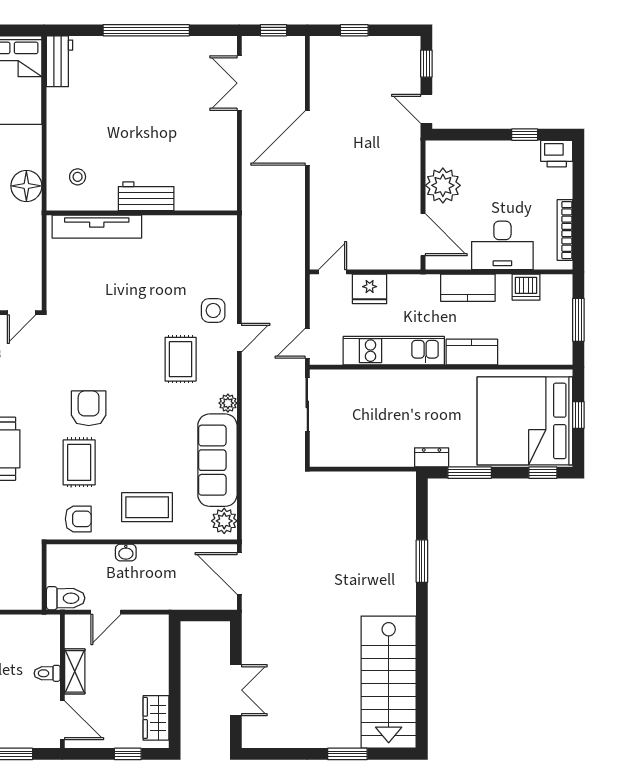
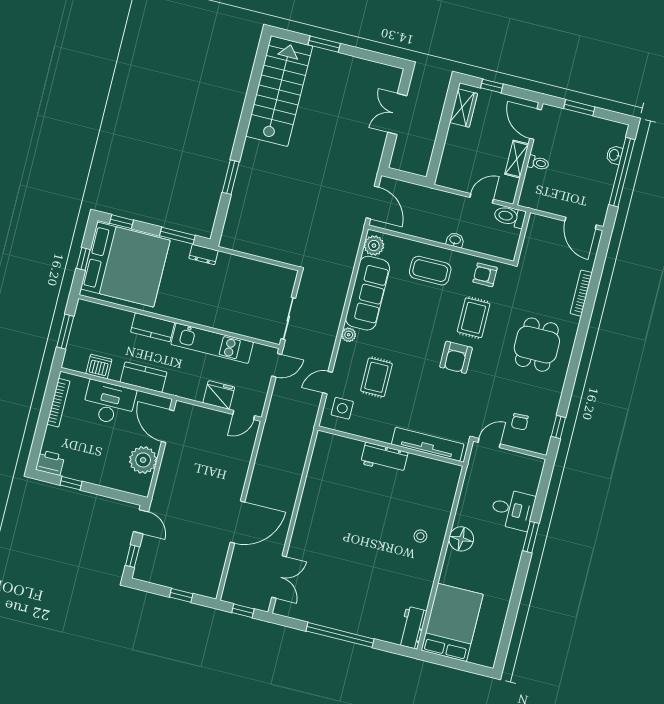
workbench: (146, 196) -> (384, 458), moved
wall: (142, 213) -> (391, 446), moved
tv unit: (97, 227) -> (428, 444), moved

